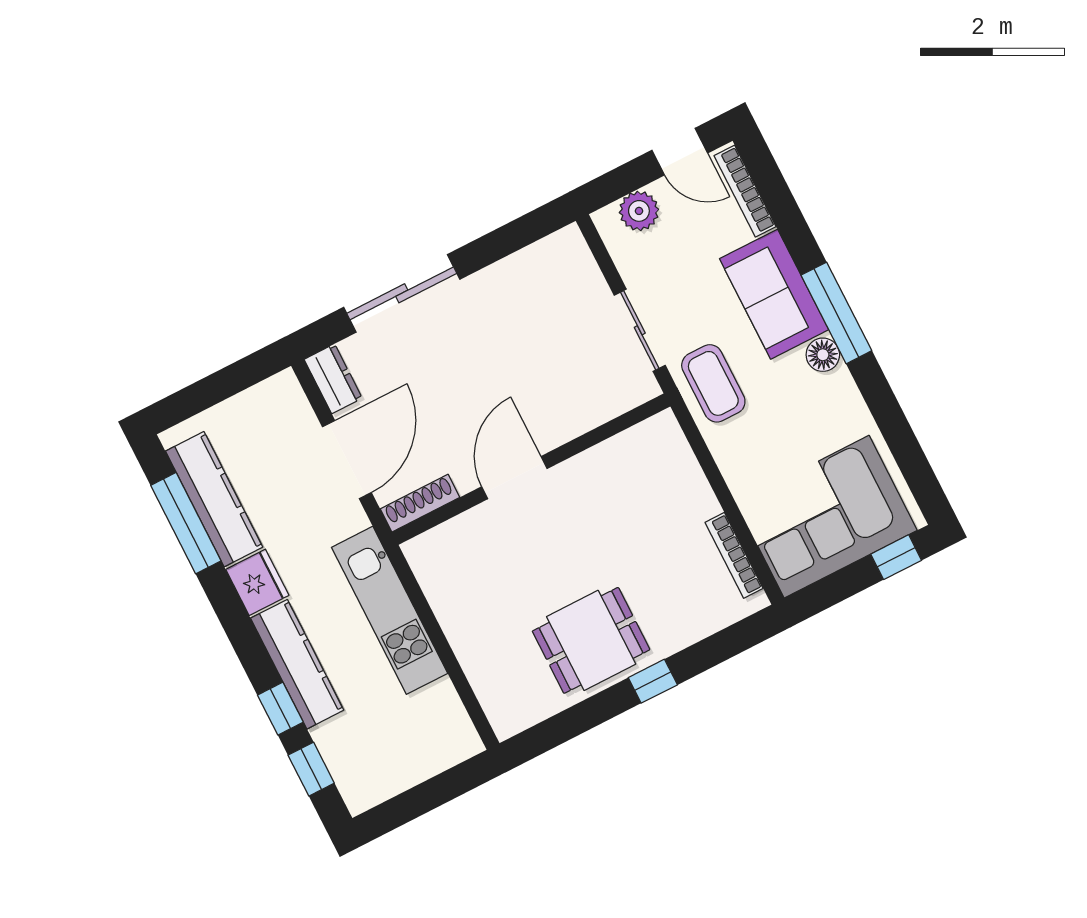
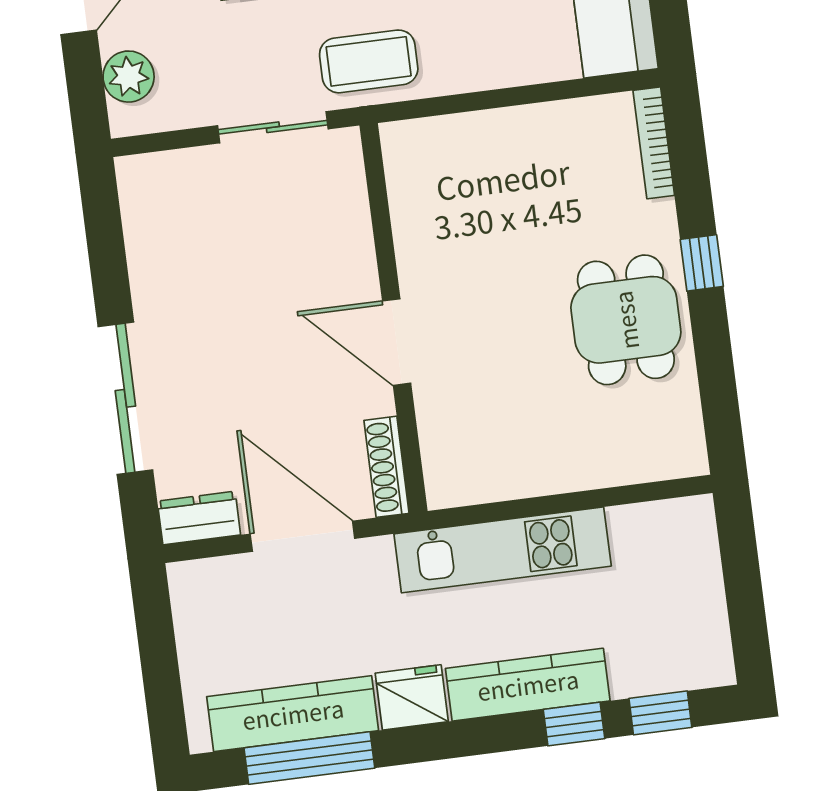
bookcase: (734, 555) -> (654, 143), moved, turned 90

